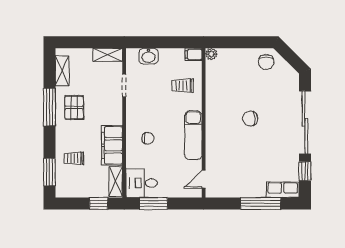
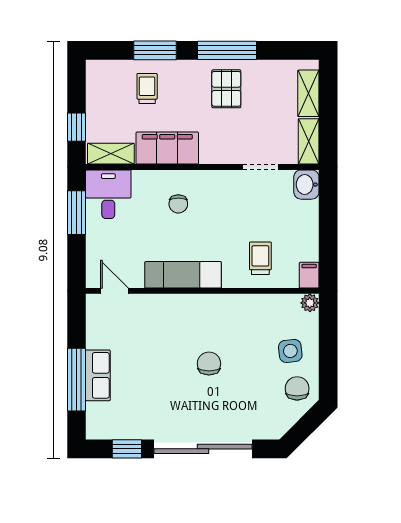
washbasin: (148, 56) -> (306, 185), moved
chair: (266, 62) -> (297, 388), turned 90
side table: (242, 66) -> (290, 351), added
shelving: (62, 71) -> (308, 93), moved, turned 90
pallet: (74, 107) -> (226, 89), turned 90
window: (49, 172) -> (155, 50), moved
row of seats: (283, 190) -> (98, 375), moved

